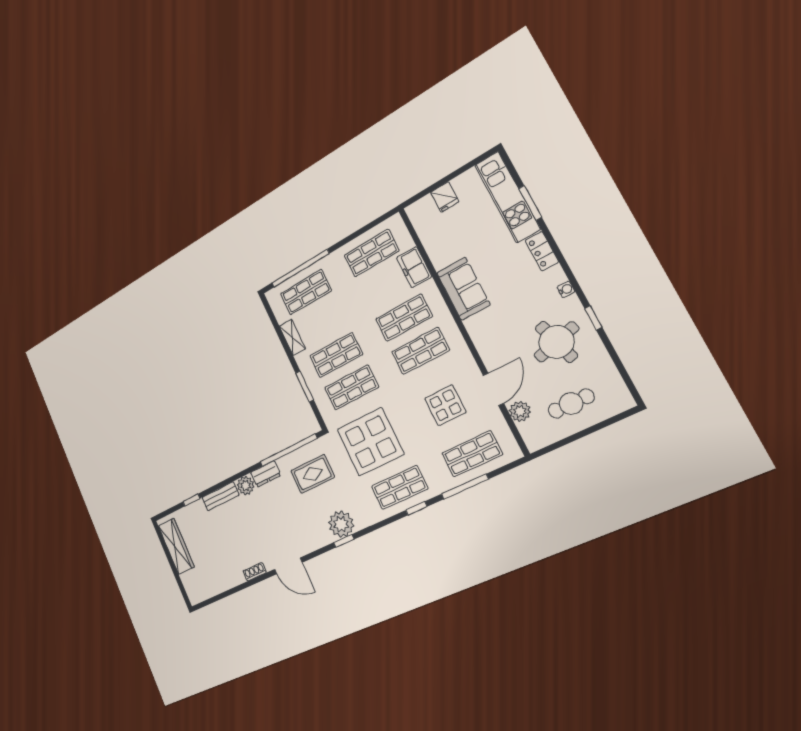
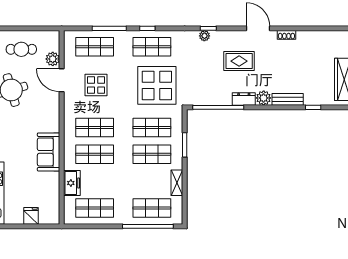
door: (493, 389) -> (62, 80), hinge flipped
rug: (313, 474) -> (239, 61), moved
plant: (341, 524) -> (204, 36), width x0.53, depth x0.53

